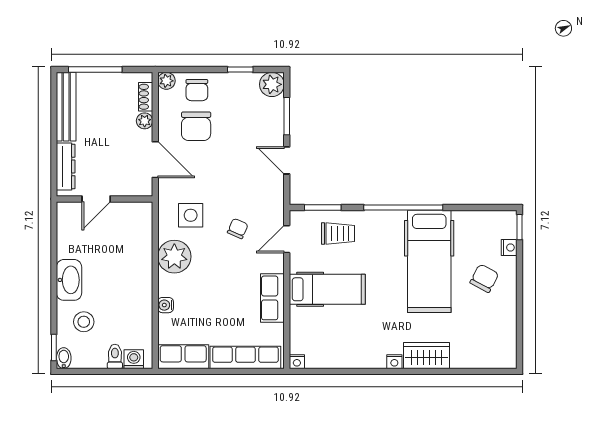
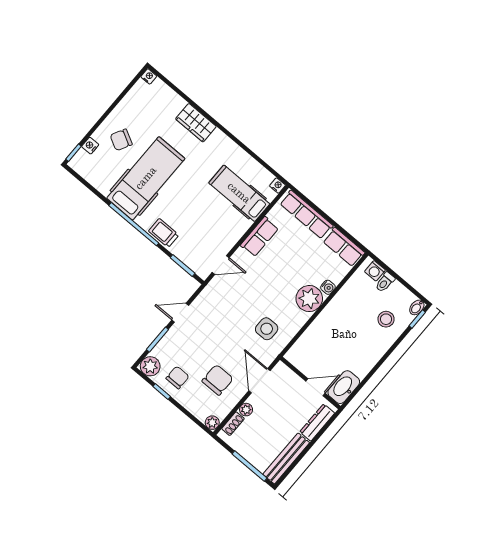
chair: (197, 90) -> (178, 377), moved
door: (287, 160) -> (180, 313), swing flipped
chair: (238, 229) -> (245, 297), removed
trolley: (338, 234) -> (164, 233), moved
plant: (174, 257) -> (309, 299), moved
washbasin: (69, 280) -> (344, 387), moved
hospital bed: (327, 289) -> (239, 193), moved
nightstand: (394, 362) -> (149, 76), moved

